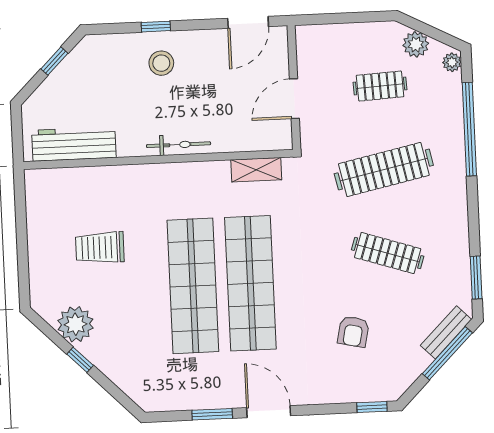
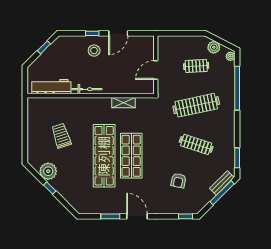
door: (248, 22) -> (118, 33), moved
bicycle: (179, 145) -> (87, 89), moved
shelving: (256, 170) -> (124, 103), moved
trolley: (100, 248) -> (61, 136), turned 72
shop shelf: (250, 283) -> (131, 156), width x0.71

